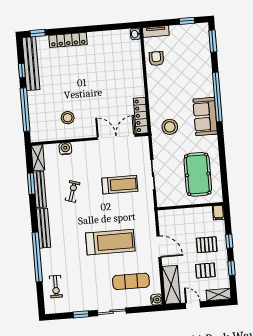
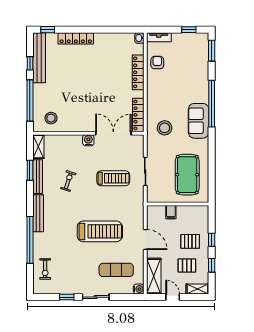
locker: (137, 71) -> (138, 72), added
stool: (68, 118) -> (51, 118), moved
water cooler: (65, 149) -> (88, 140), moved
filing cabinet: (218, 213) -> (171, 212), moved

